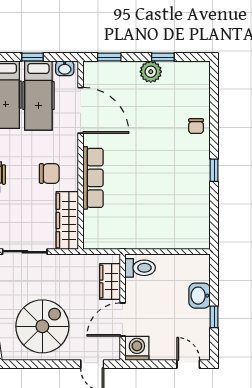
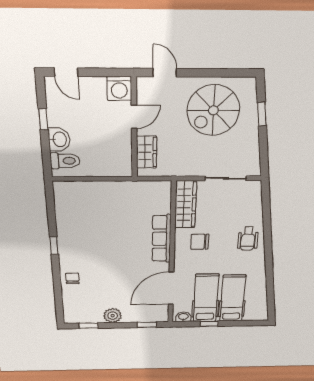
window: (163, 57) -> (89, 326), moved
door: (81, 110) -> (171, 288), hinge flipped
toilet: (140, 268) -> (65, 161), moved, turned 180
door: (123, 320) -> (134, 117), width x0.73

